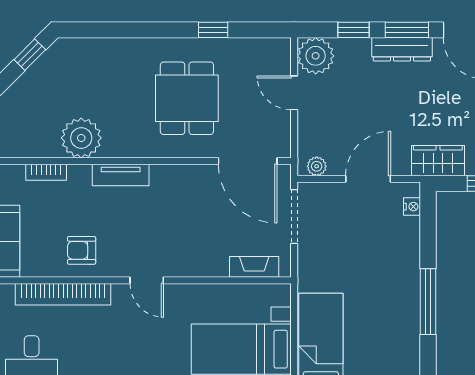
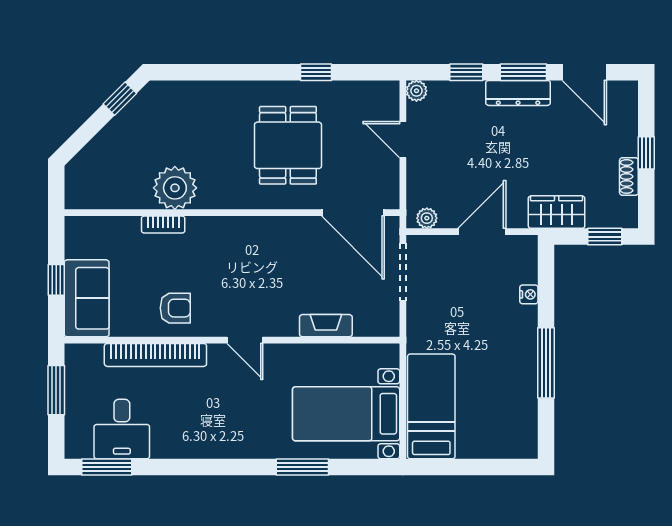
plant: (316, 56) -> (416, 91), width x0.53, depth x0.53
bookcase: (46, 172) -> (163, 225), moved
tv unit: (121, 175) -> (217, 227), removed
nightstand: (412, 207) -> (529, 294), moved
armchair: (82, 250) -> (175, 308), turned 180
fireplace: (254, 267) -> (326, 326), moved

